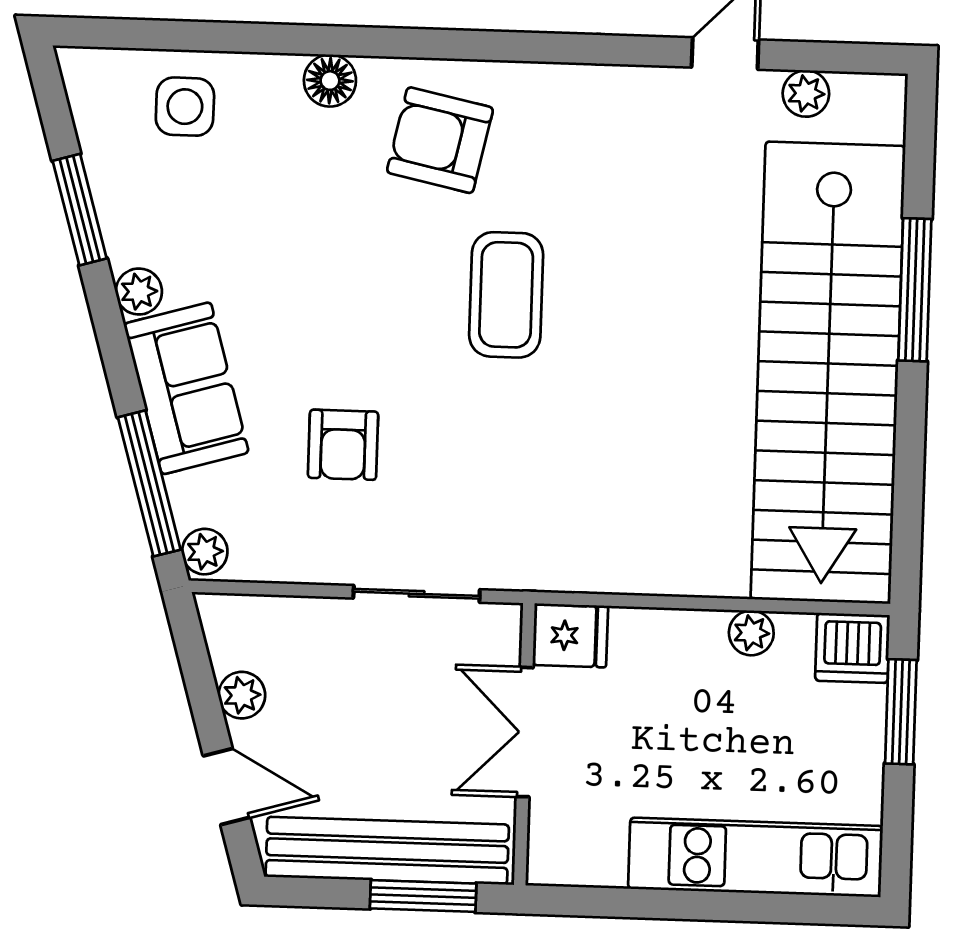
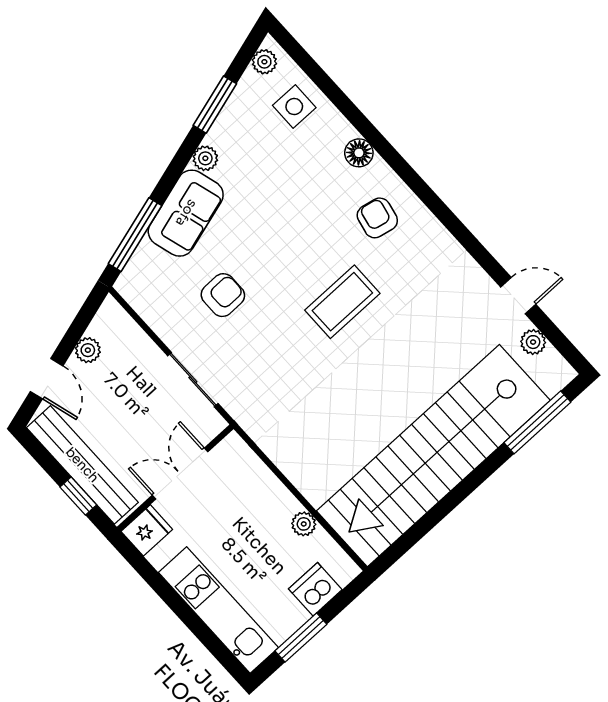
armchair: (440, 140) -> (377, 218), width x0.72, depth x0.72
window: (915, 290) -> (537, 422), moved
armchair: (343, 445) -> (223, 295), turned 180
plant: (205, 552) -> (264, 62), moved
fridge: (570, 635) -> (147, 530), moved, turned -90
dishwasher: (852, 648) -> (315, 589), moved, turned 90
window: (901, 712) -> (301, 638), moved
window: (423, 896) -> (78, 496), width x0.67

